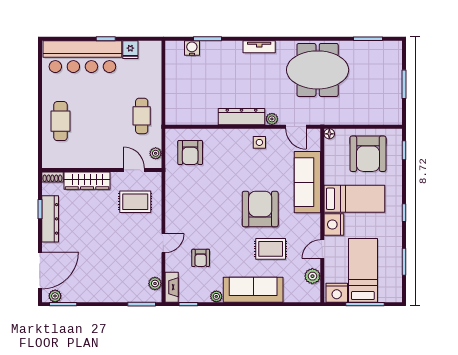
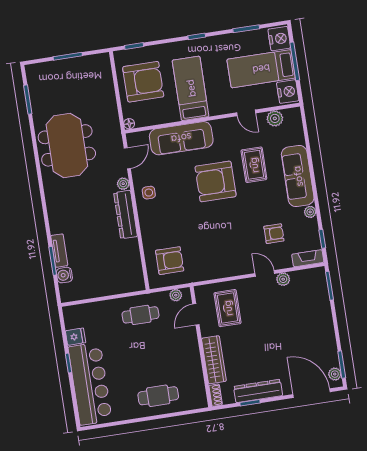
tv unit: (259, 47) -> (59, 251), moved
nightstand: (334, 225) -> (279, 39), moved, turned -90
plant: (155, 283) -> (283, 279), moved

